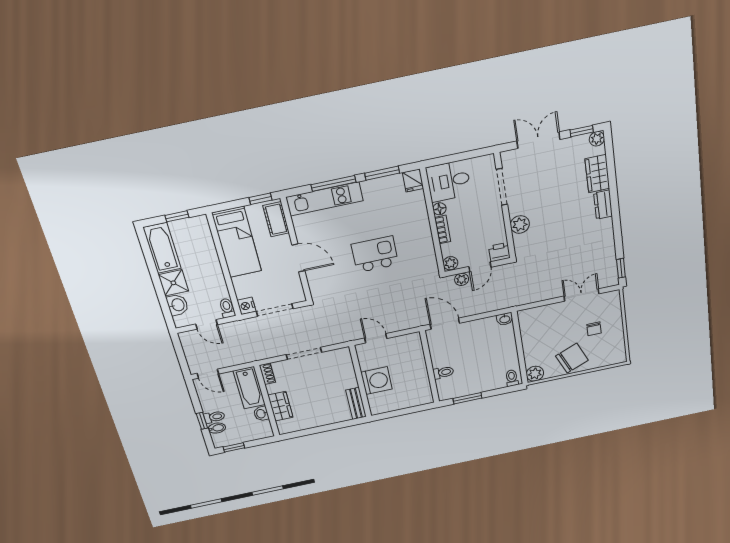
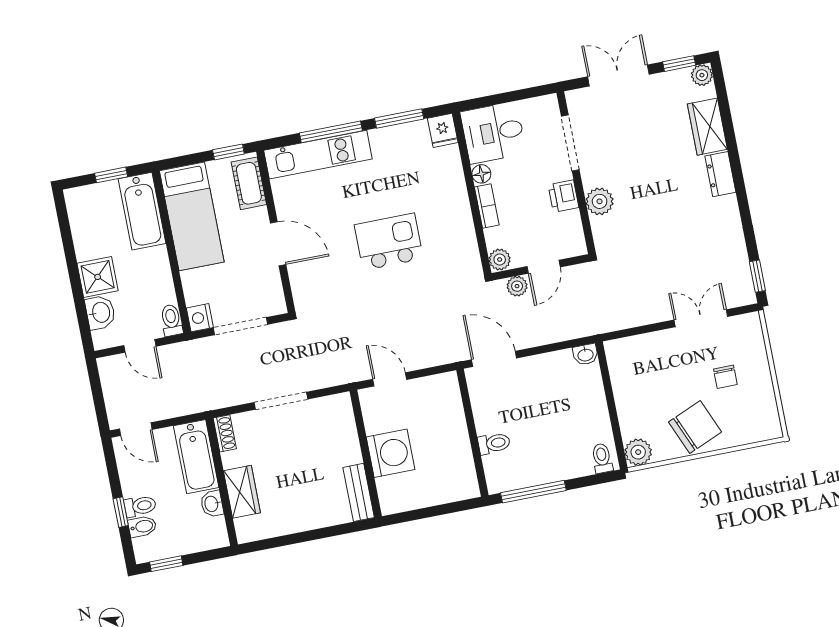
bathtub: (162, 248) -> (142, 211), moved, turned 180
printer: (499, 252) -> (563, 196), moved, turned -90
window: (467, 398) -> (533, 492), width x1.44

